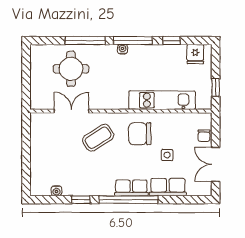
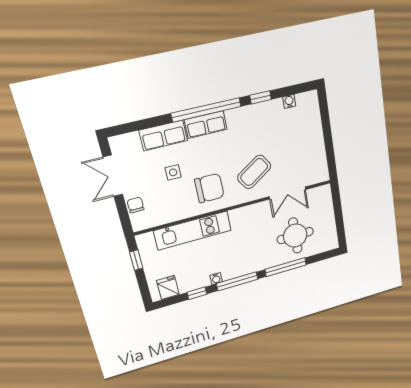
water cooler: (123, 49) -> (216, 279), moved
double door: (216, 164) -> (113, 176), swing flipped

